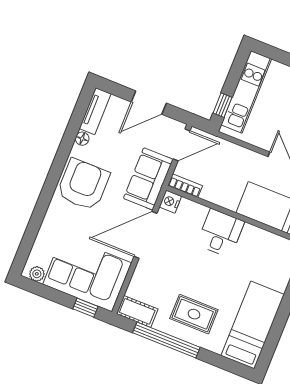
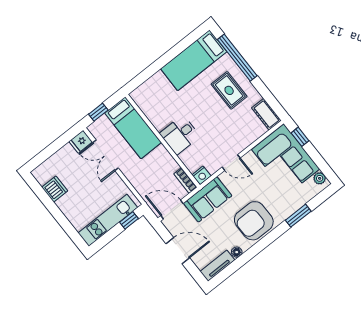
window: (37, 219) -> (298, 216), added
door: (145, 235) -> (231, 163), width x0.53
window: (166, 340) -> (237, 58), moved

